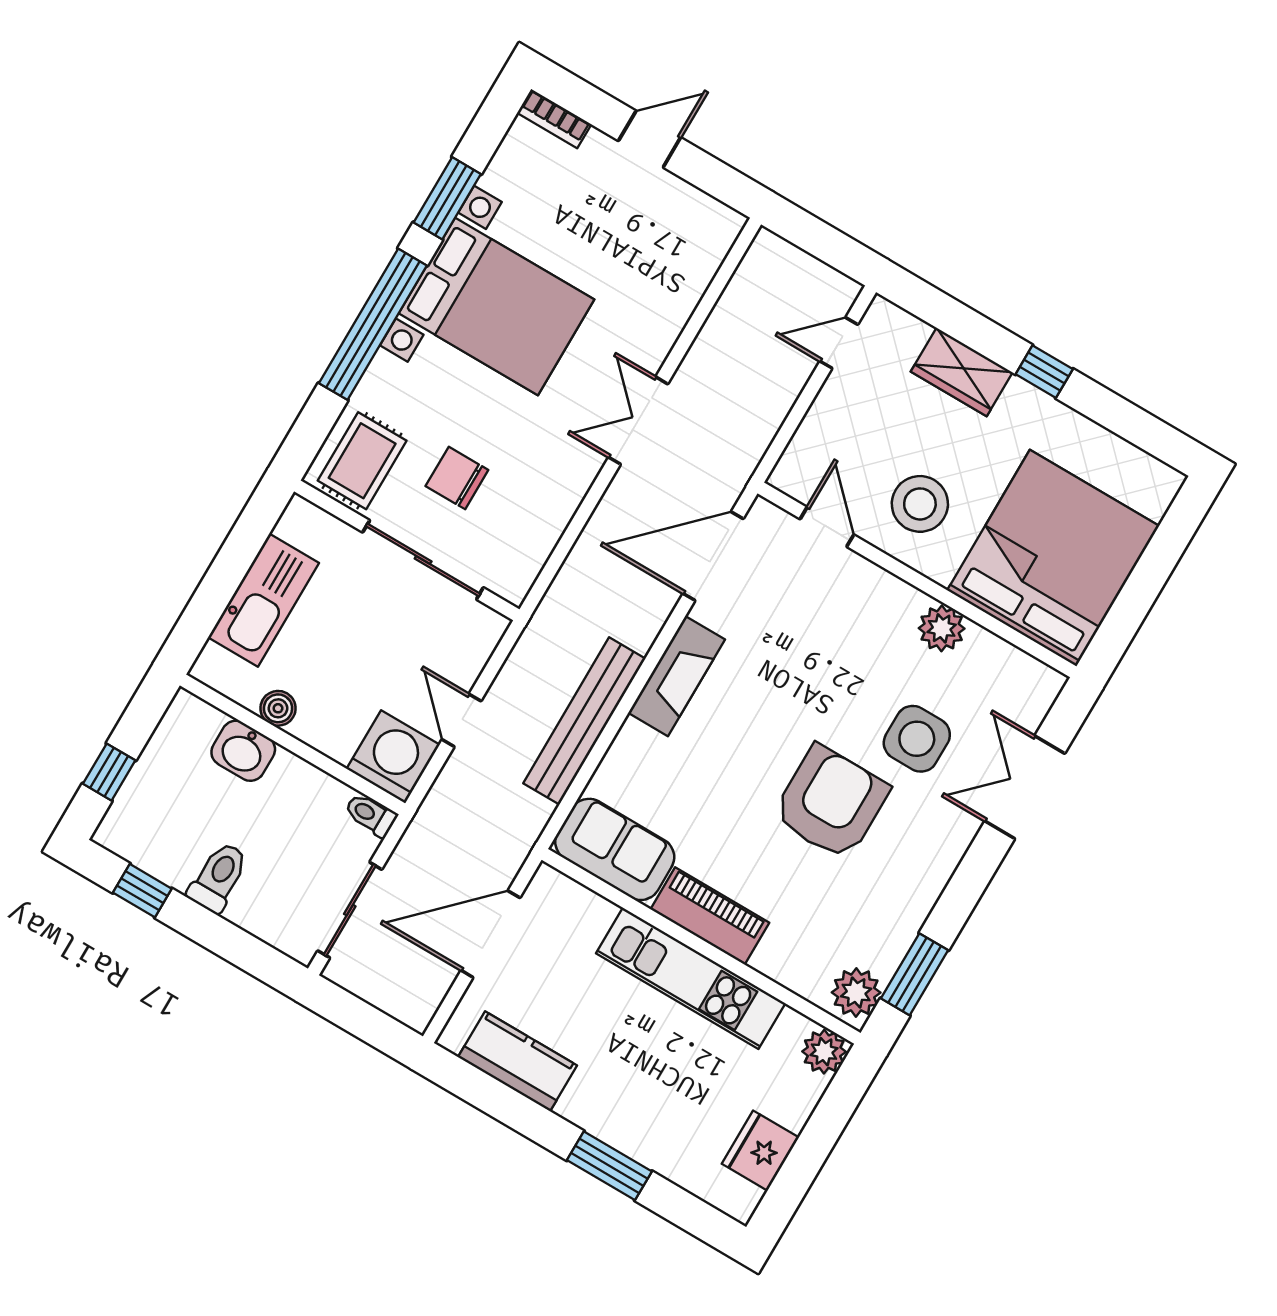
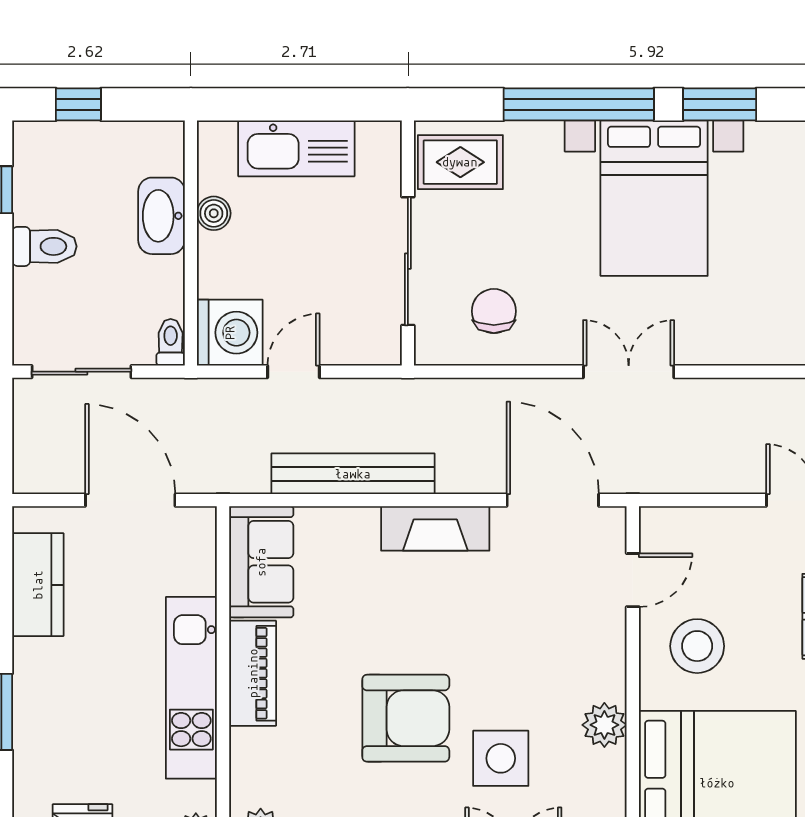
chair: (457, 478) -> (494, 311), moved
washbasin: (243, 751) -> (161, 216), width x1.38

